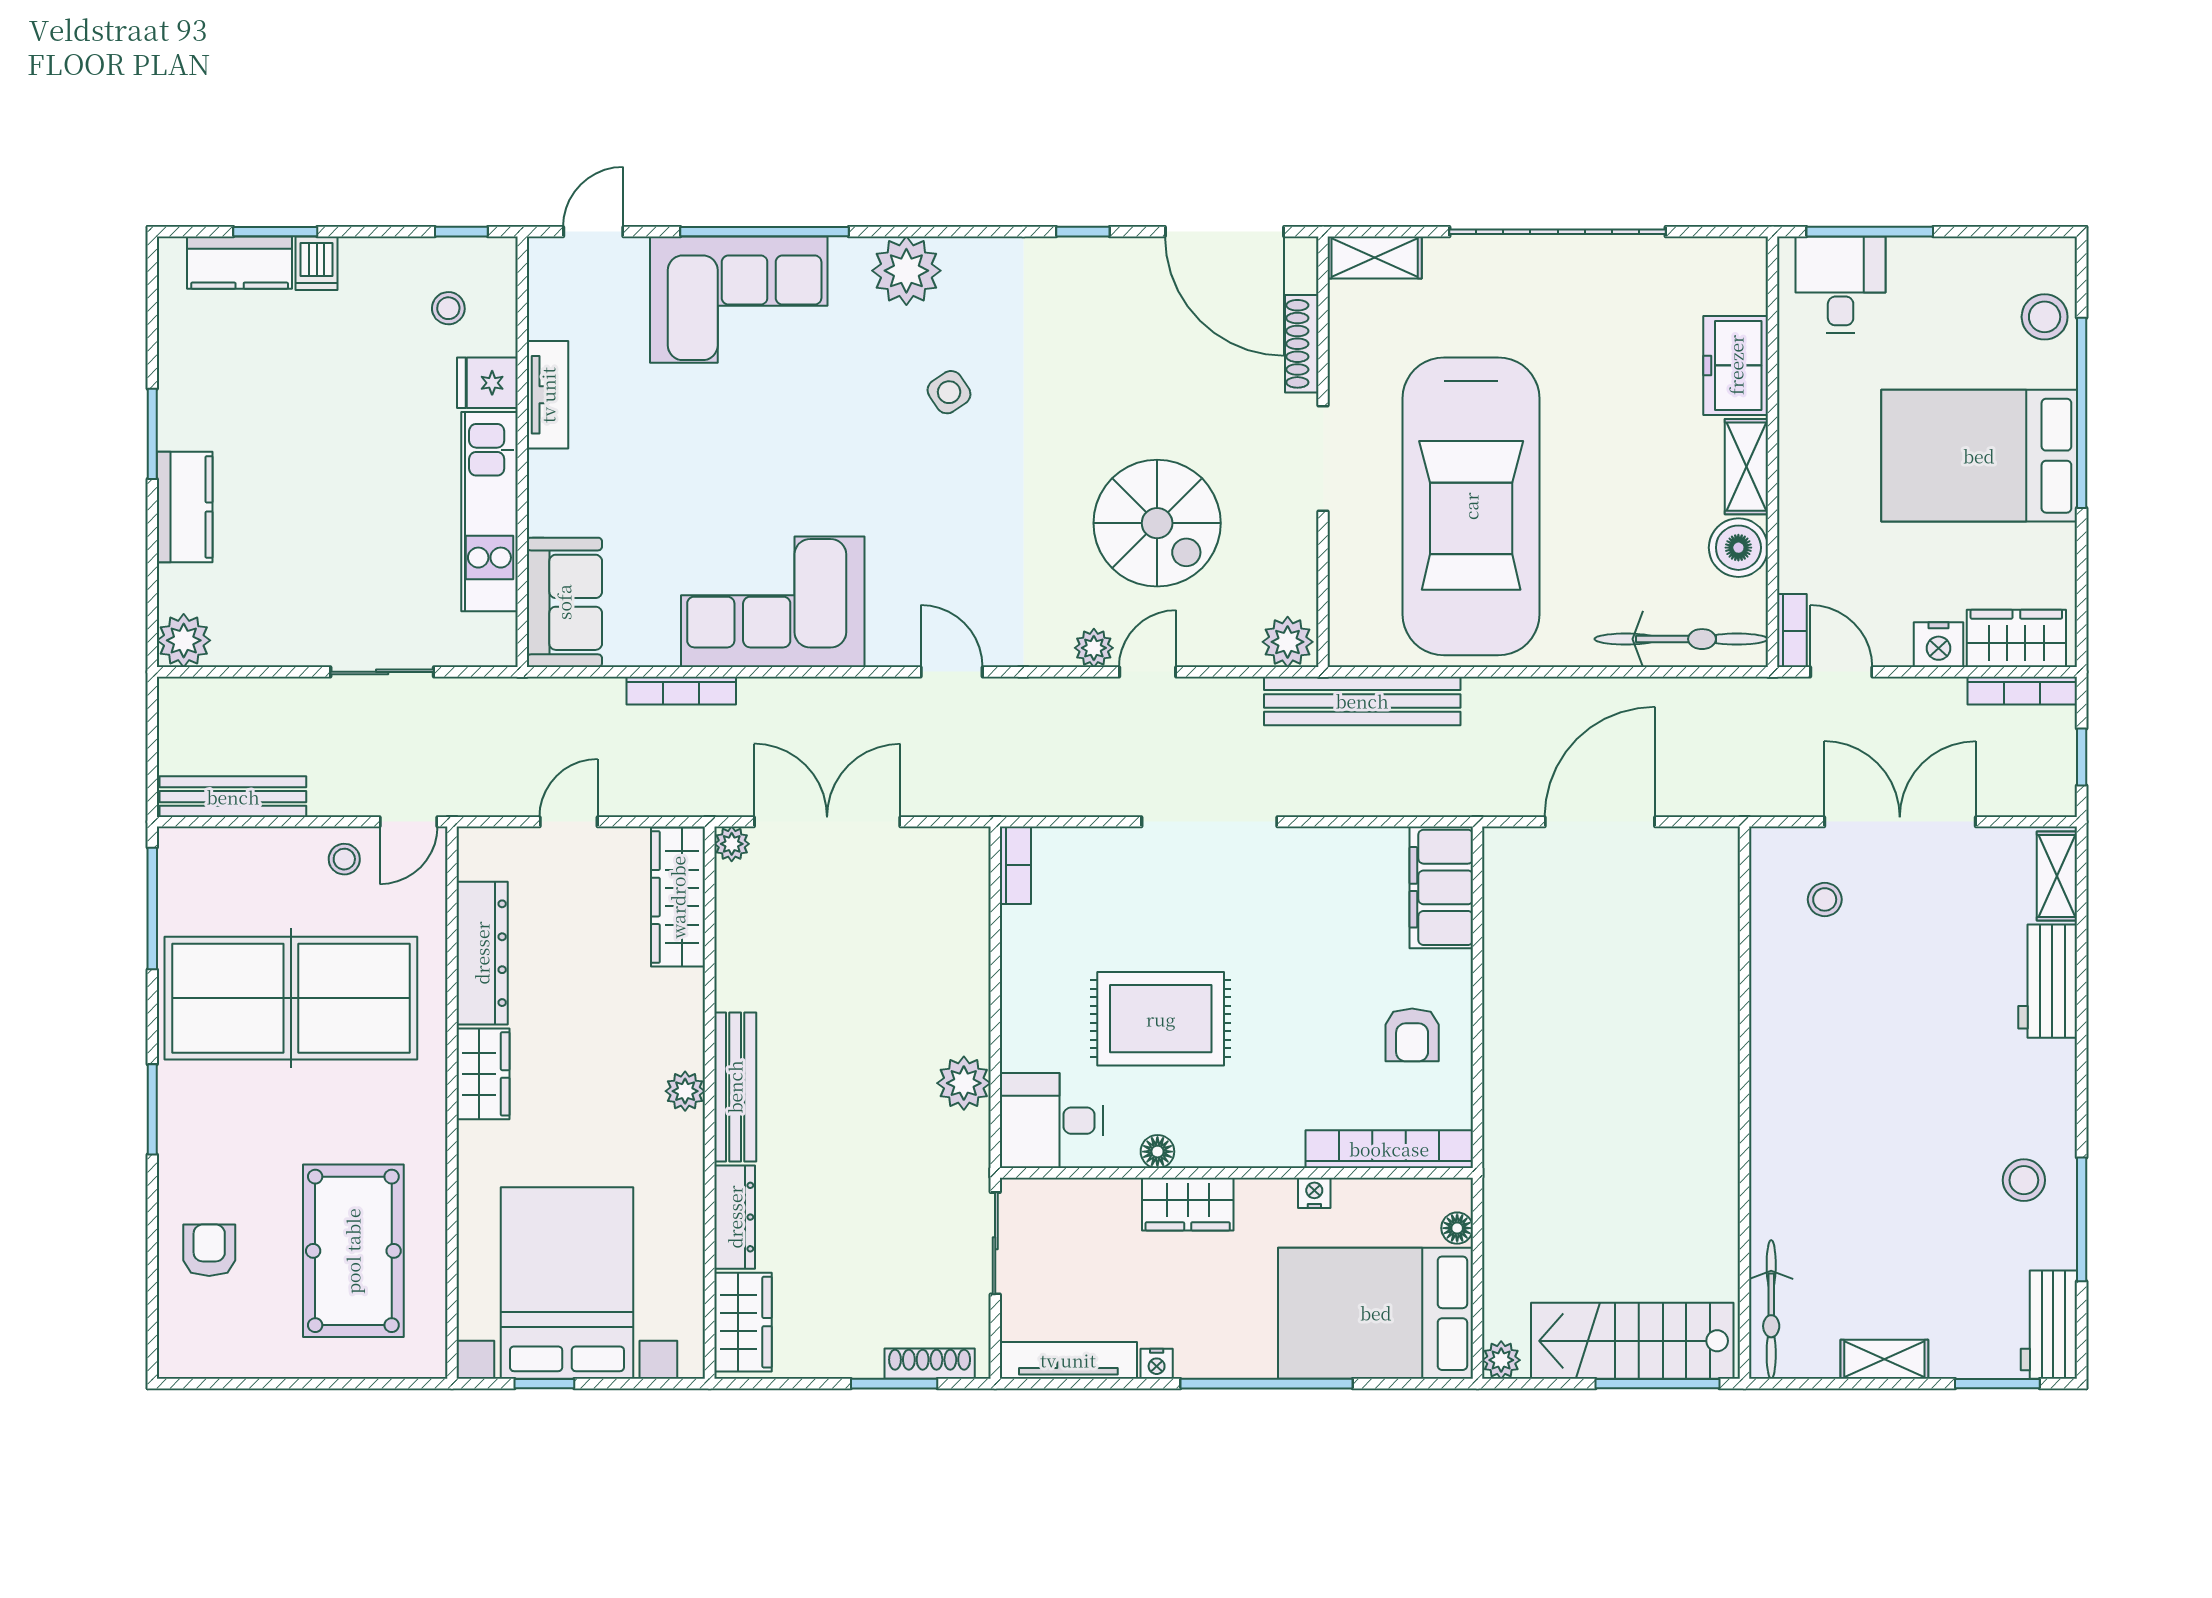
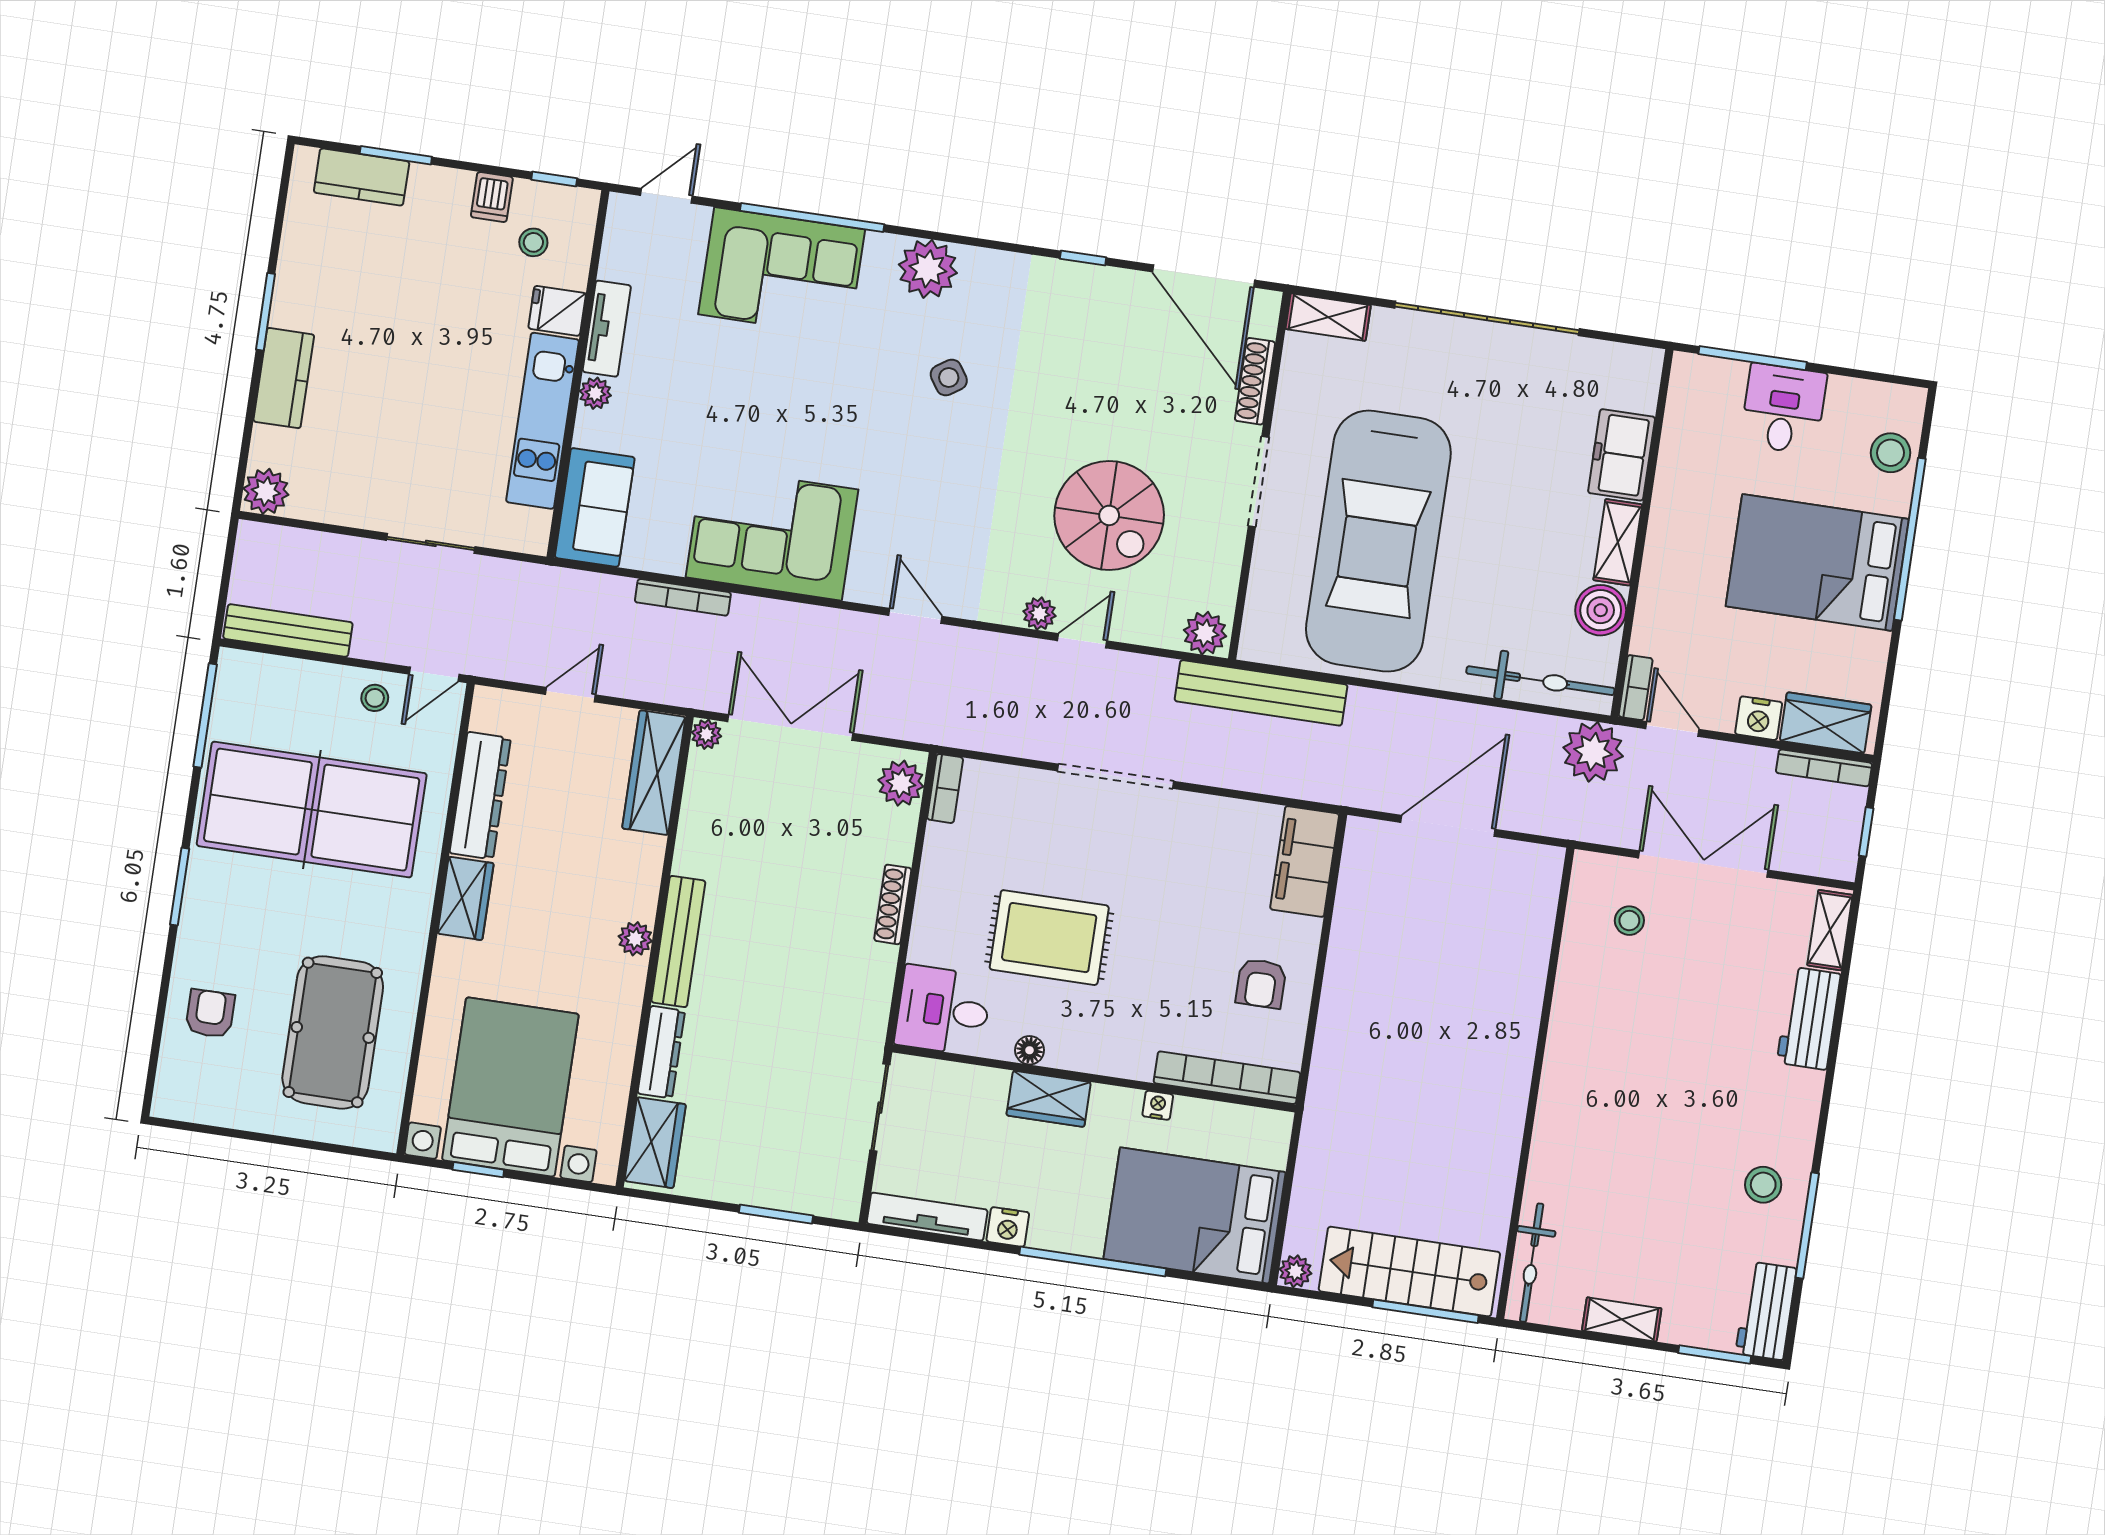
dishwasher: (317, 263) -> (492, 197), moved
desk: (1841, 285) -> (1783, 409), moved
plant: (545, 471) -> (595, 393), added
plant: (1754, 712) -> (1593, 752), added
plant: (964, 1083) -> (901, 783), moved
floor lamp: (1457, 1228) -> (1275, 1153), removed
shoe rack: (930, 1364) -> (893, 904), moved, turned -90
nightstand: (1157, 1364) -> (1008, 1227), width x1.39, depth x1.35

